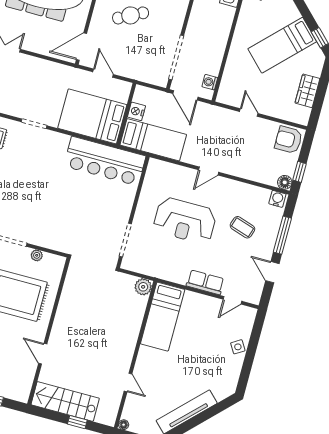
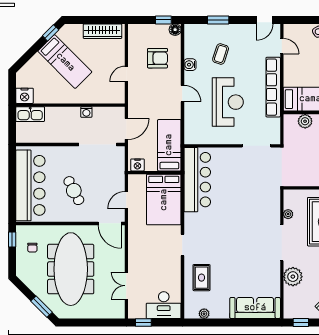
washing machine: (210, 82) -> (86, 112), moved
wardrobe: (307, 91) -> (102, 31), width x1.50
nightstand: (136, 111) -> (137, 165), moved
armchair: (289, 140) -> (158, 58), moved, turned -90
water cooler: (277, 199) -> (190, 65), moved
window: (282, 235) -> (218, 20), width x0.69
door: (272, 272) -> (265, 20), moved
row of seats: (205, 282) -> (273, 87), width x2.02
plant: (143, 287) -> (305, 121), moved

